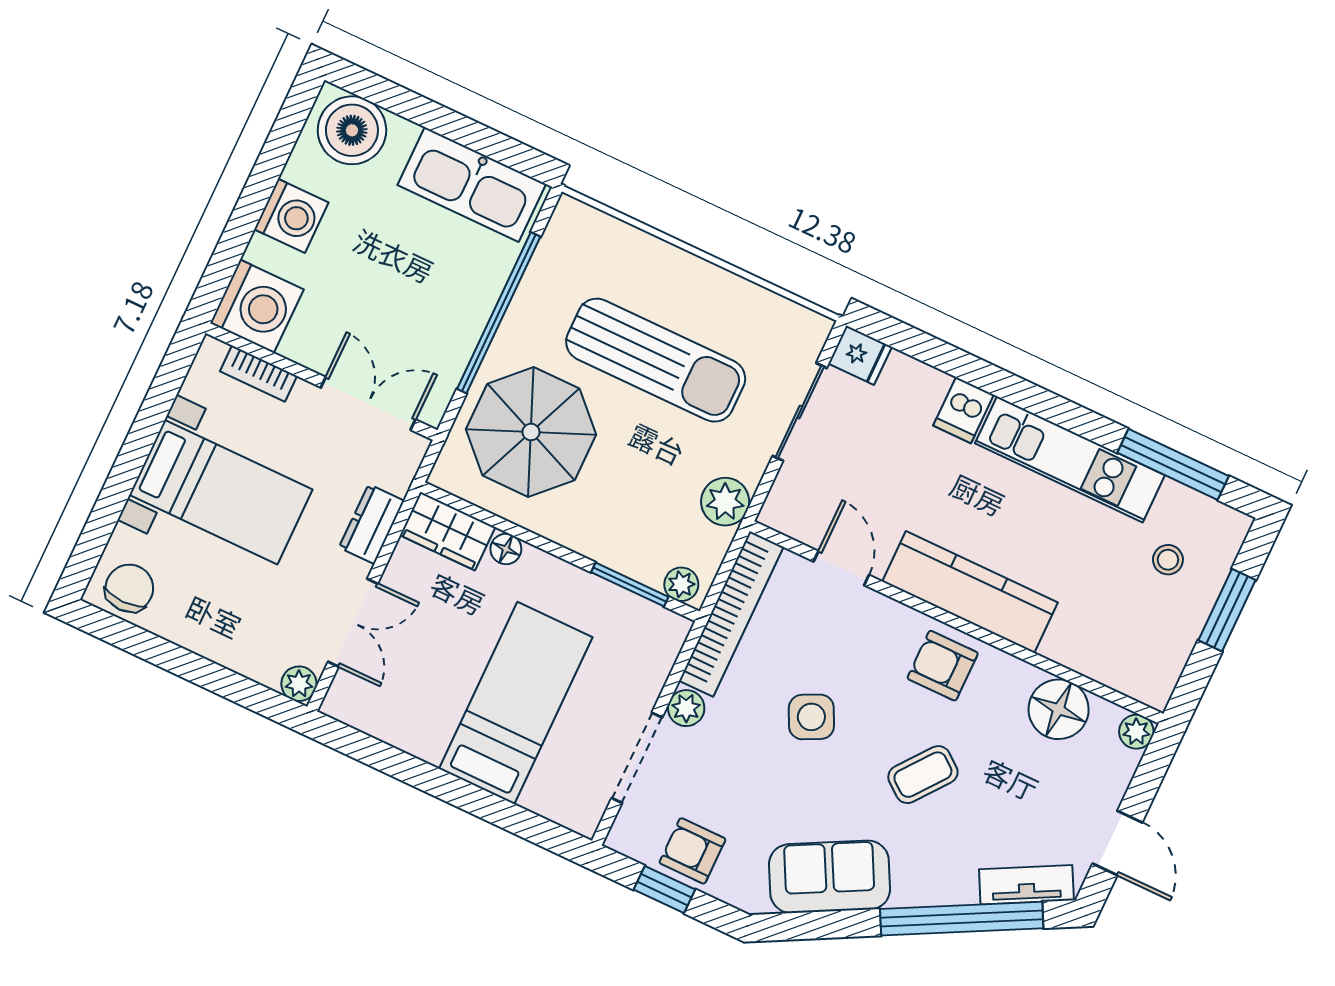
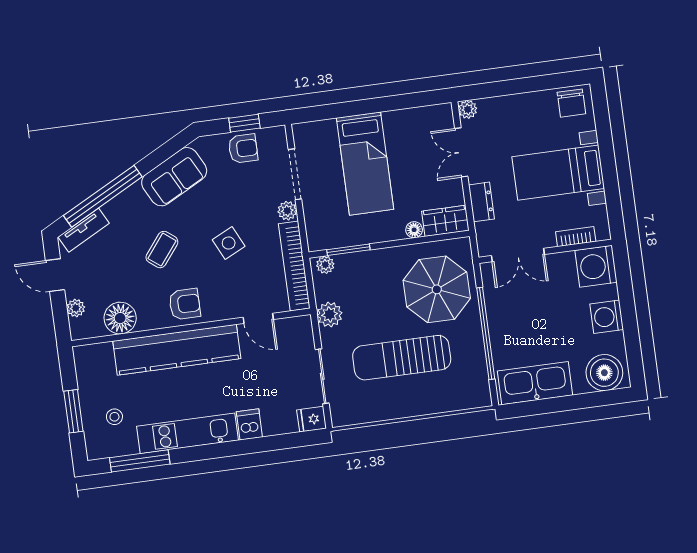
kitchen counter: (970, 592) -> (177, 350), width x1.39, depth x1.17
plant: (1136, 732) -> (76, 308), moved

